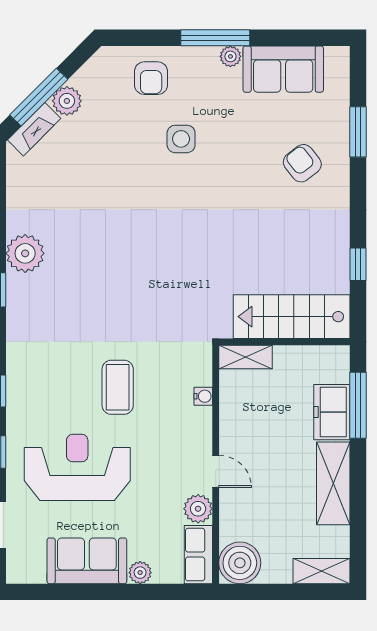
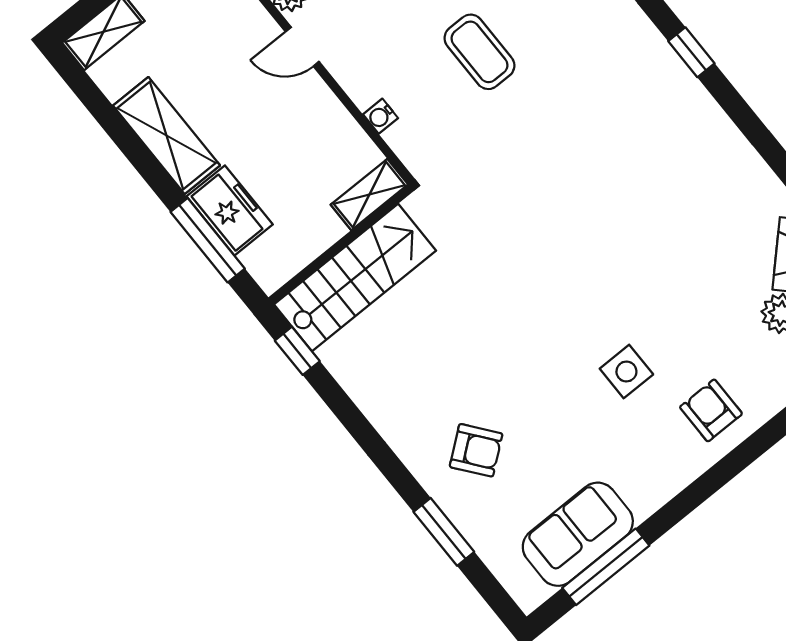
window: (215, 38) -> (606, 567), moved
plant: (230, 56) -> (645, 502), removed
plant: (25, 253) -> (694, 115), removed
window: (358, 264) -> (297, 351), moved

